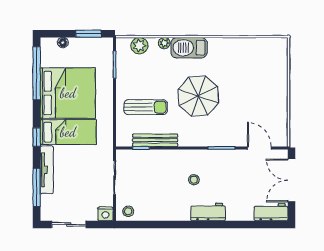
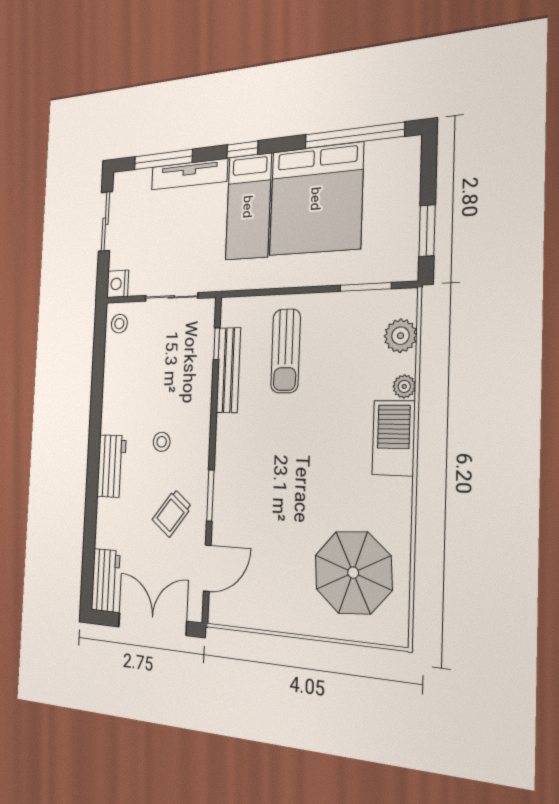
floor lamp: (63, 43) -> (411, 181), removed
parasol: (198, 96) -> (353, 573), moved
trolley: (232, 171) -> (172, 513), added

